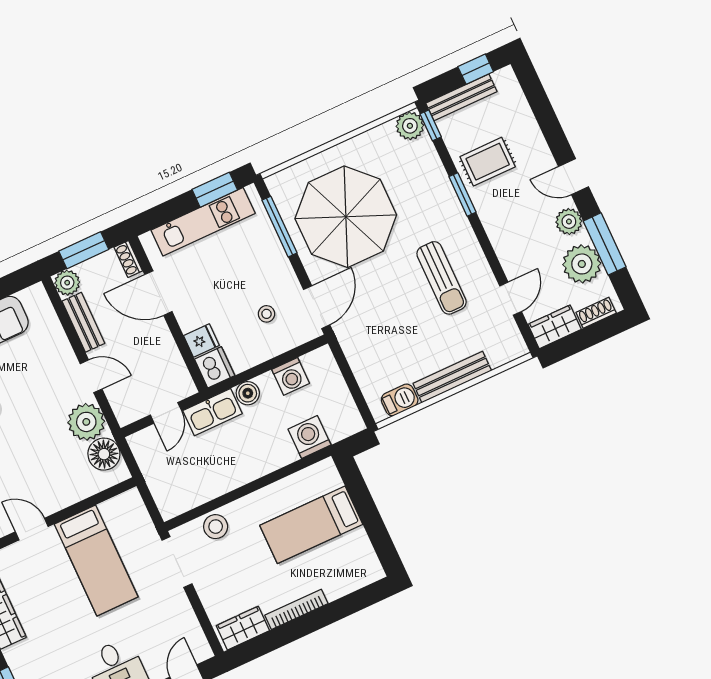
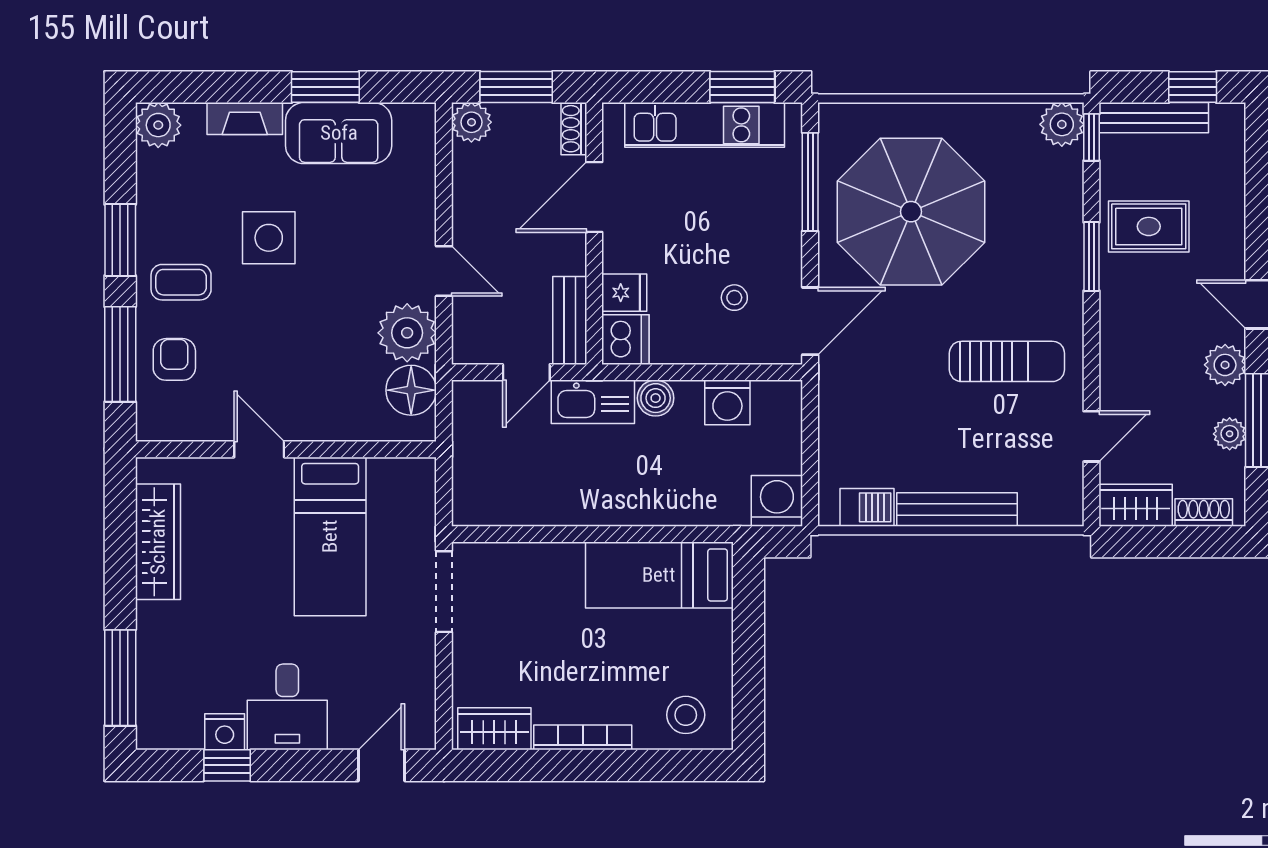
plant: (582, 264) -> (1230, 434), width x0.53, depth x0.53
sun lounger: (442, 278) -> (1007, 361), turned -90
door: (158, 293) -> (594, 197), hinge flipped
bench: (83, 322) -> (570, 320), moved
washing machine: (309, 437) -> (777, 501), moved
bed: (311, 525) -> (659, 575), moved
stool: (216, 527) -> (686, 715), moved

